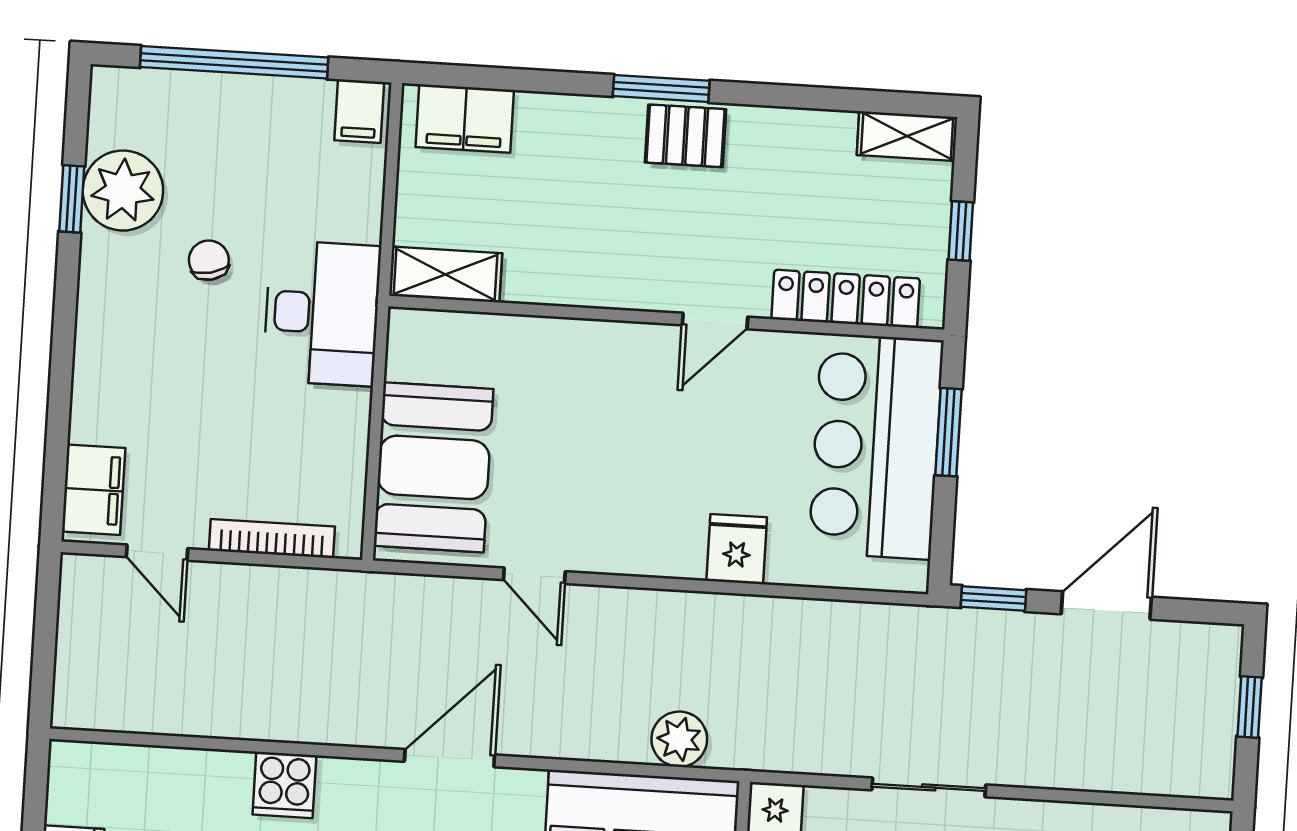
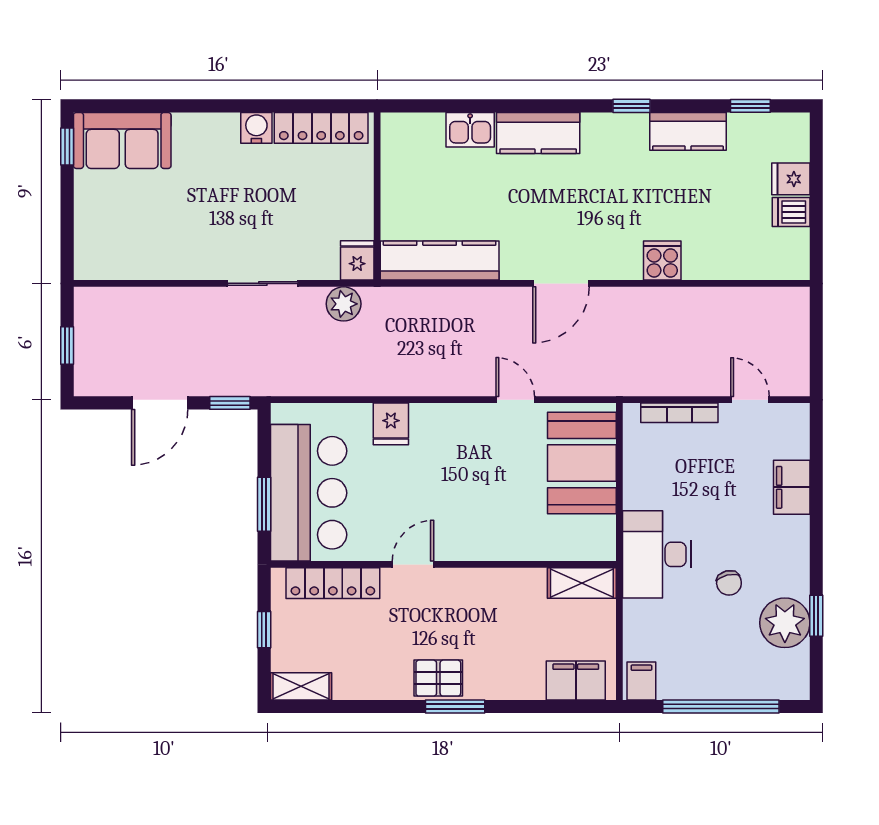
filing cabinet: (94, 490) -> (792, 487), moved
plant: (679, 739) -> (344, 304), moved

